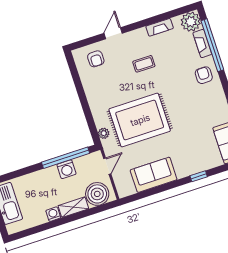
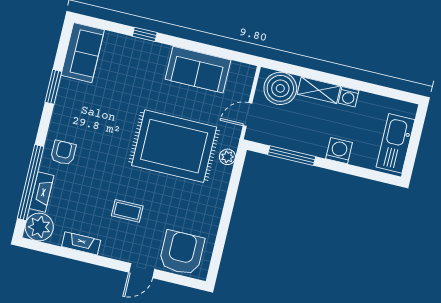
armchair: (96, 59) -> (182, 253), width x1.88, depth x1.88
armchair: (204, 75) -> (63, 153), turned 180
window: (66, 158) -> (292, 156), width x0.68
washing machine: (66, 169) -> (339, 151), moved

